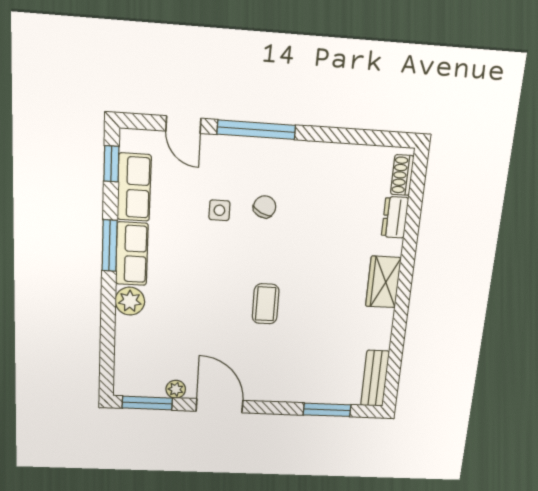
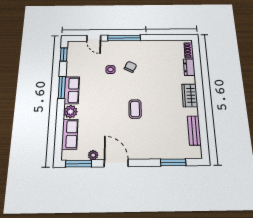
row of seats: (134, 187) -> (70, 134), moved
bench: (375, 378) -> (194, 130), moved

